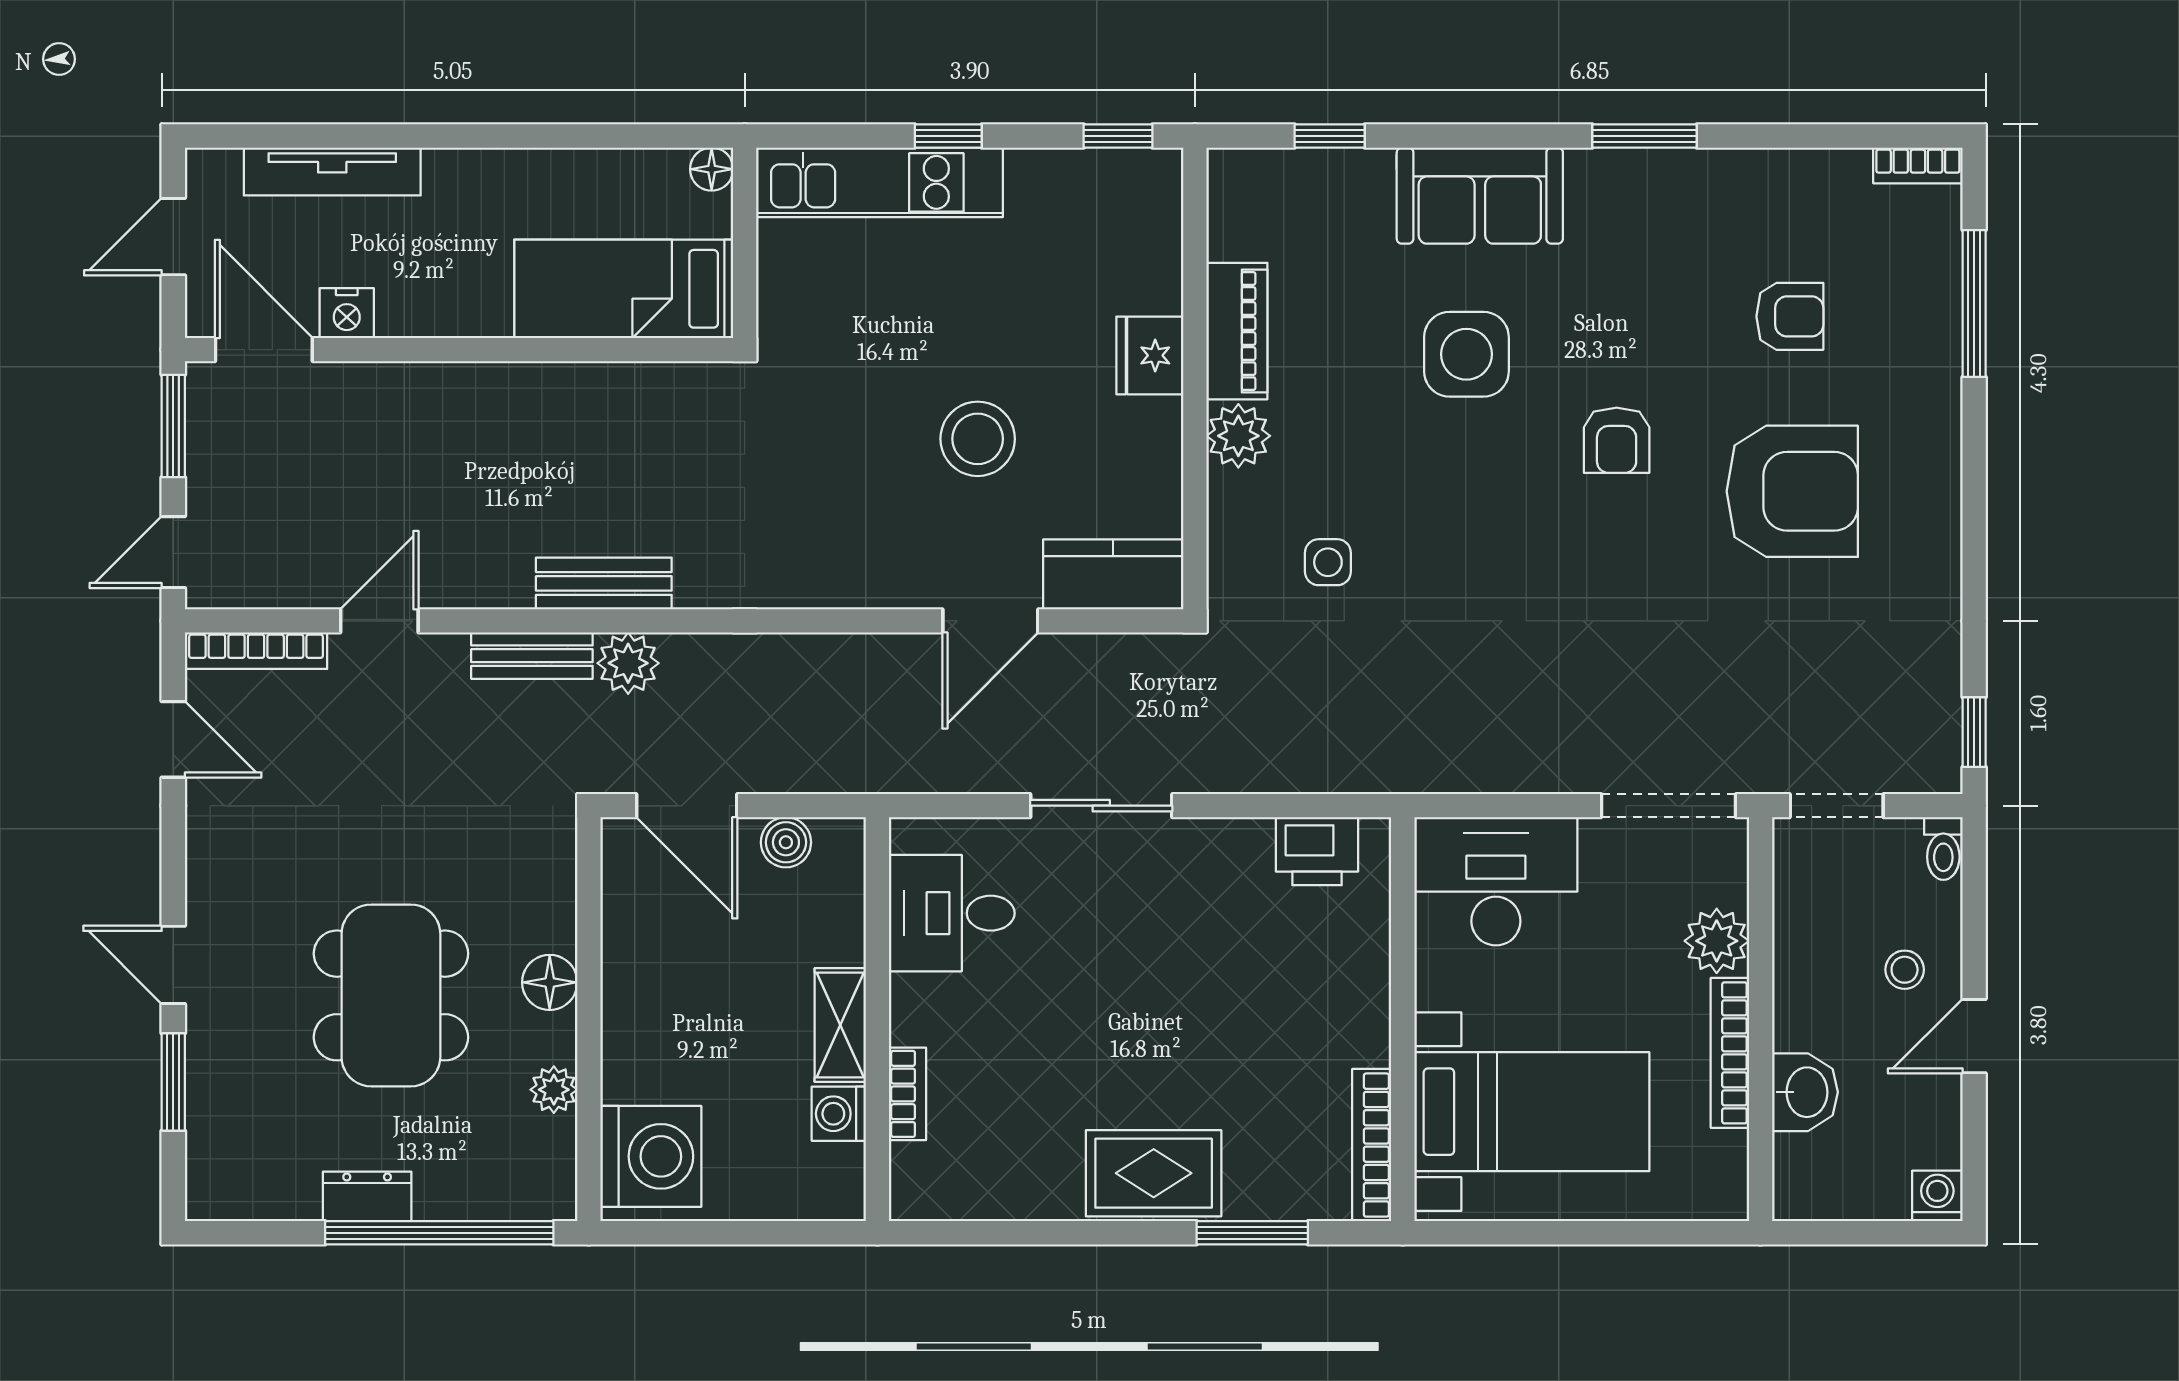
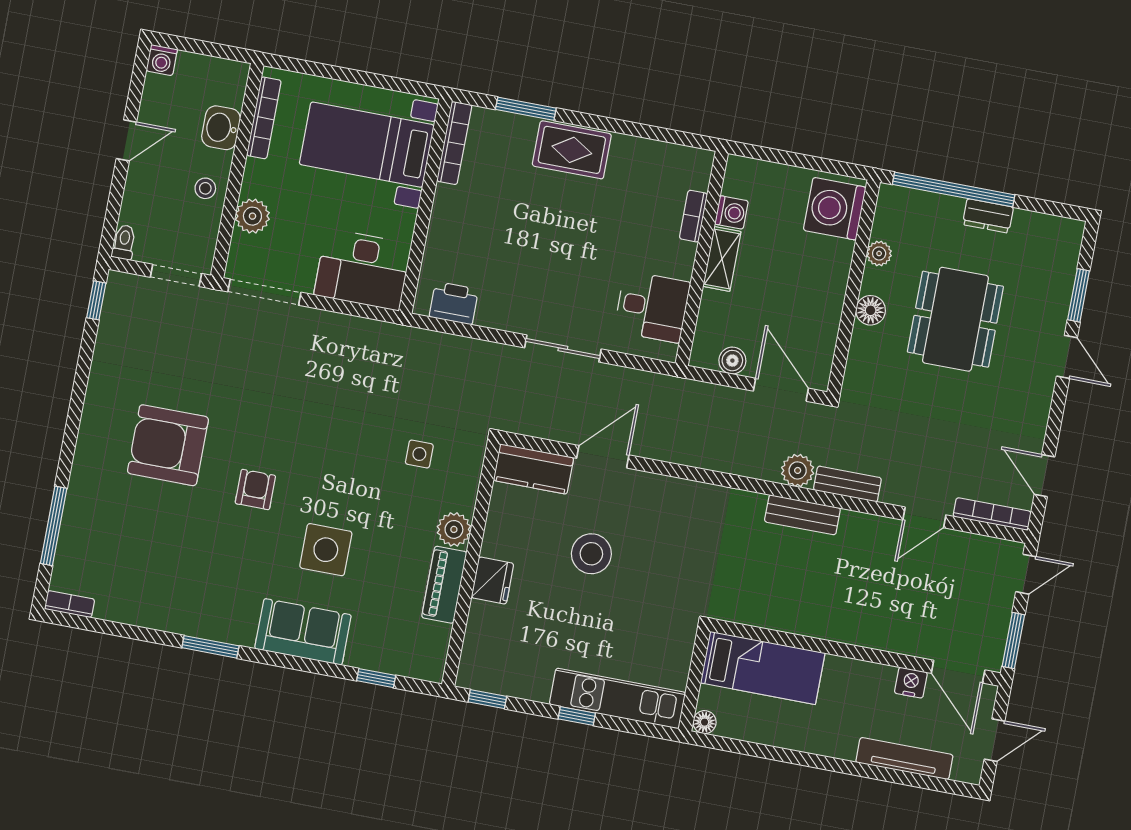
armchair: (1790, 316) -> (152, 537), removed
stool: (1905, 970) -> (205, 188), moved
bookcase: (1730, 1053) -> (264, 118), moved

